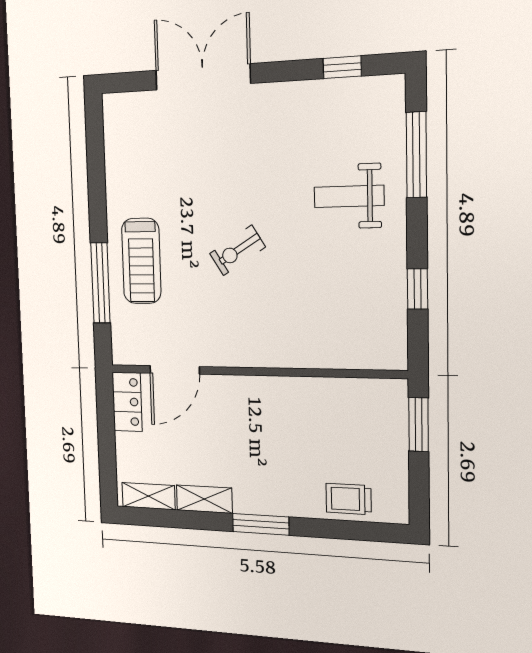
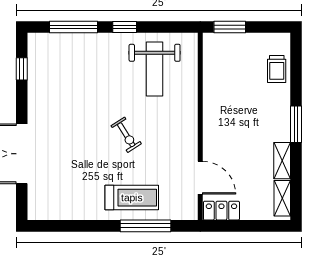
weight bench: (349, 196) -> (155, 69), moved, width x1.36, depth x1.33
window: (417, 289) -> (125, 27), moved

